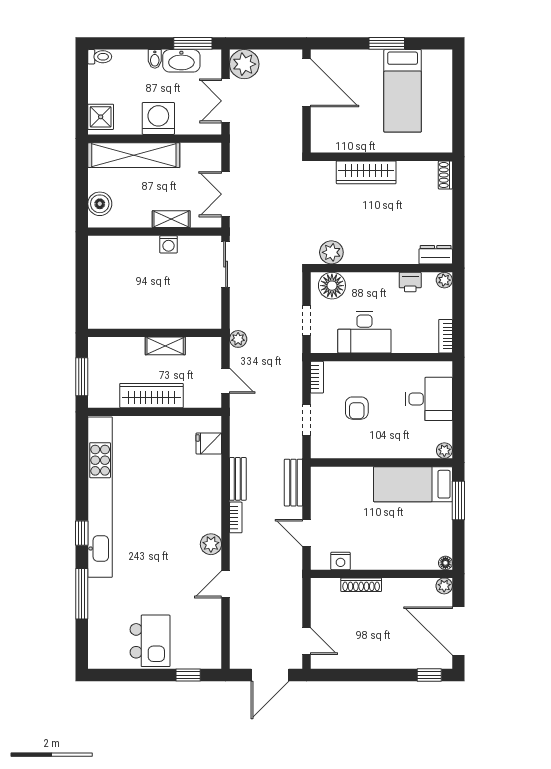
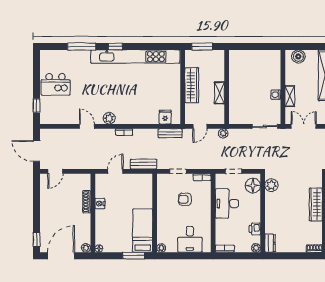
bench: (238, 479) -> (170, 133), moved
nightstand: (340, 561) -> (100, 204), moved

